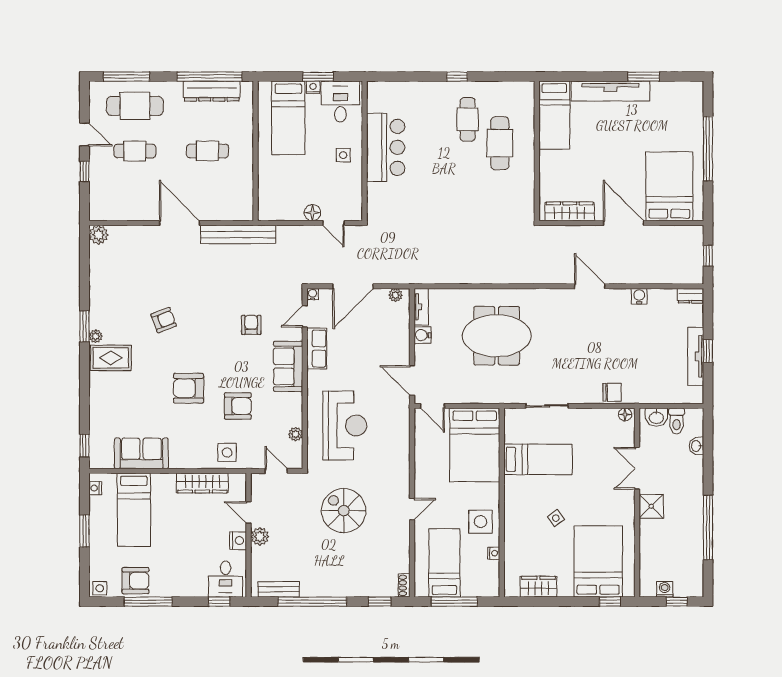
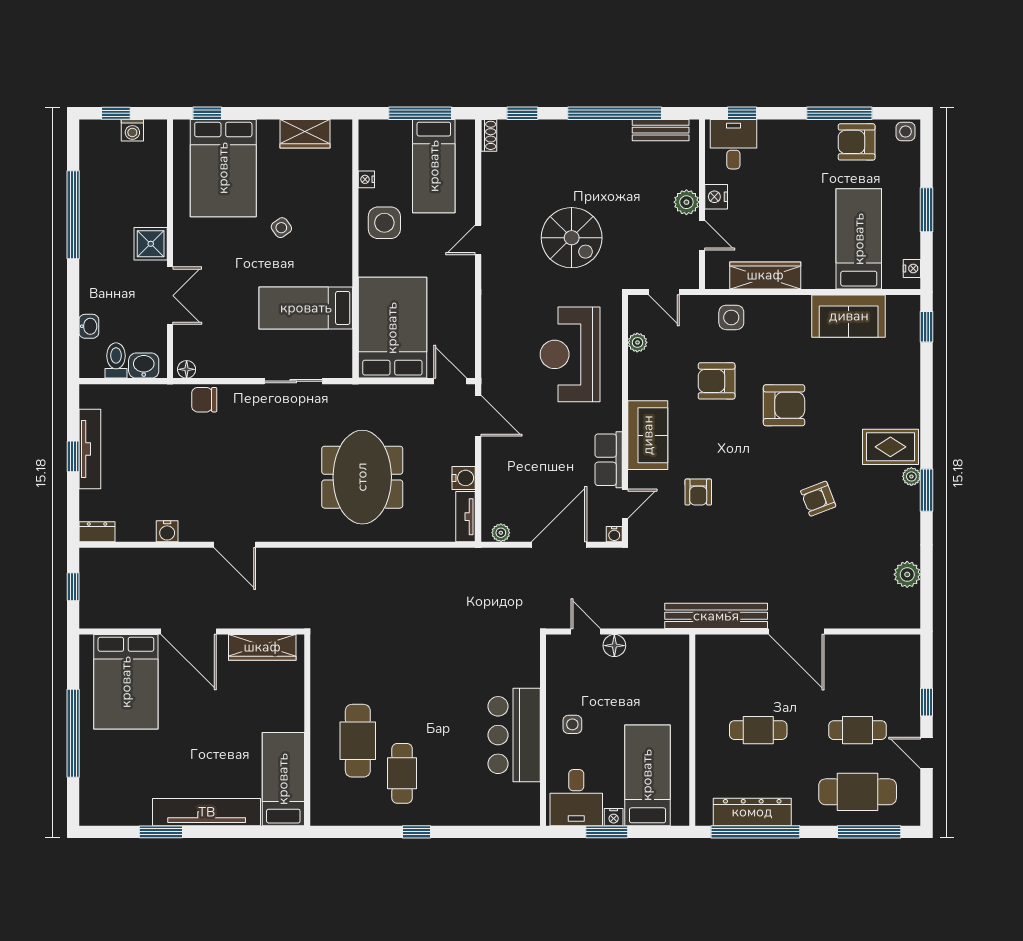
plant: (99, 235) -> (907, 574), moved
meeting table: (497, 336) -> (362, 477), turned 90

